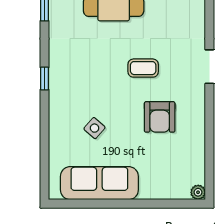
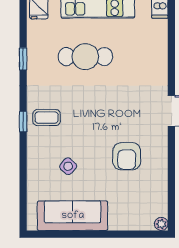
coffee table: (143, 68) -> (47, 118), moved

